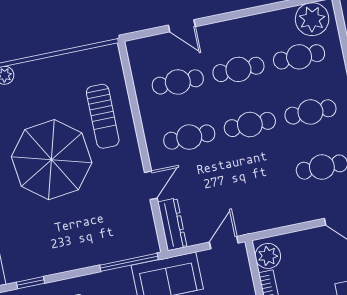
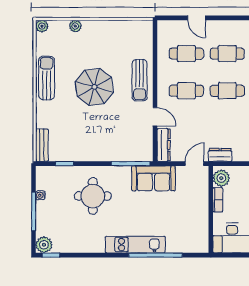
sun lounger: (103, 116) -> (140, 80), moved
parasol: (52, 160) -> (94, 87), width x0.73, depth x0.73
door: (151, 185) -> (155, 117), hinge flipped
dresser: (259, 222) -> (220, 155), added

